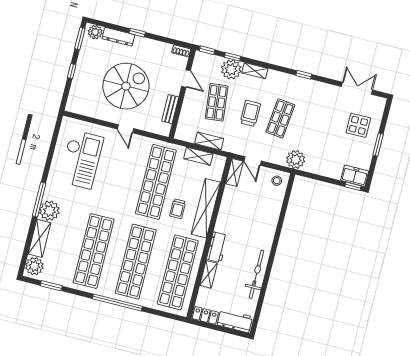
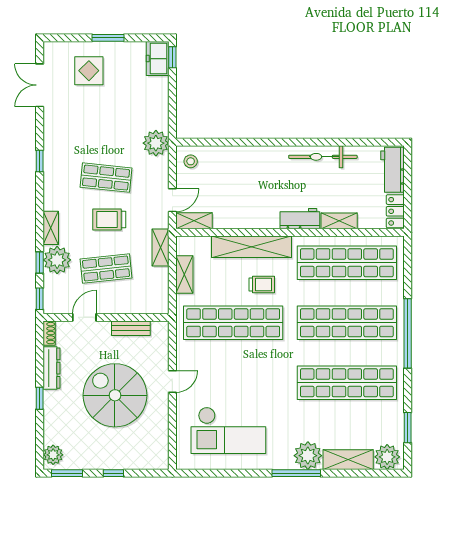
dresser: (118, 37) -> (52, 368), moved
shelving: (209, 141) -> (160, 247), moved
checkout: (81, 159) -> (228, 430), turned 180

